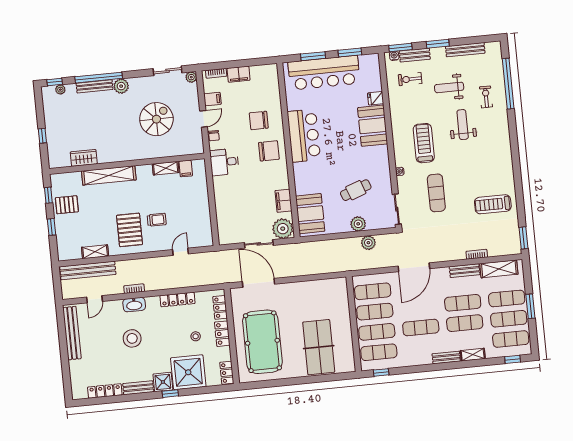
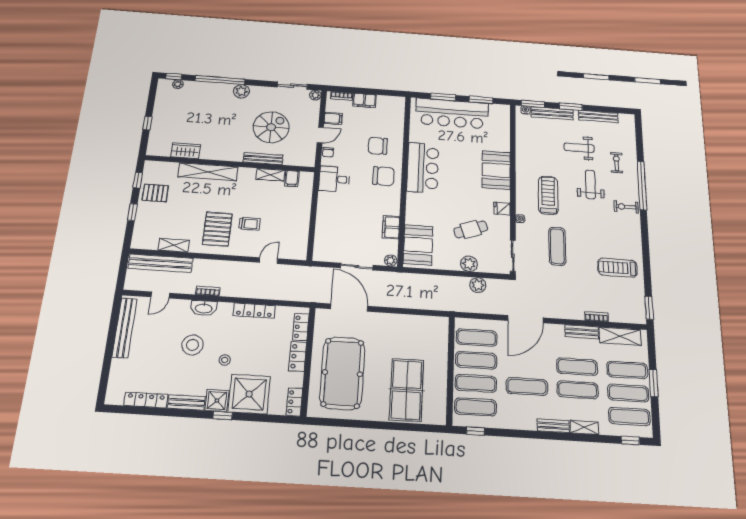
bench: (415, 55) -> (552, 113), width x1.36
exercise bike: (410, 79) -> (626, 207), moved
window: (508, 84) -> (642, 186), moved
bench: (95, 86) -> (263, 159), moved
fridge: (376, 98) -> (502, 209), moved
plant: (283, 229) -> (391, 261), width x0.53, depth x0.53
stool: (196, 336) -> (225, 360), moved

